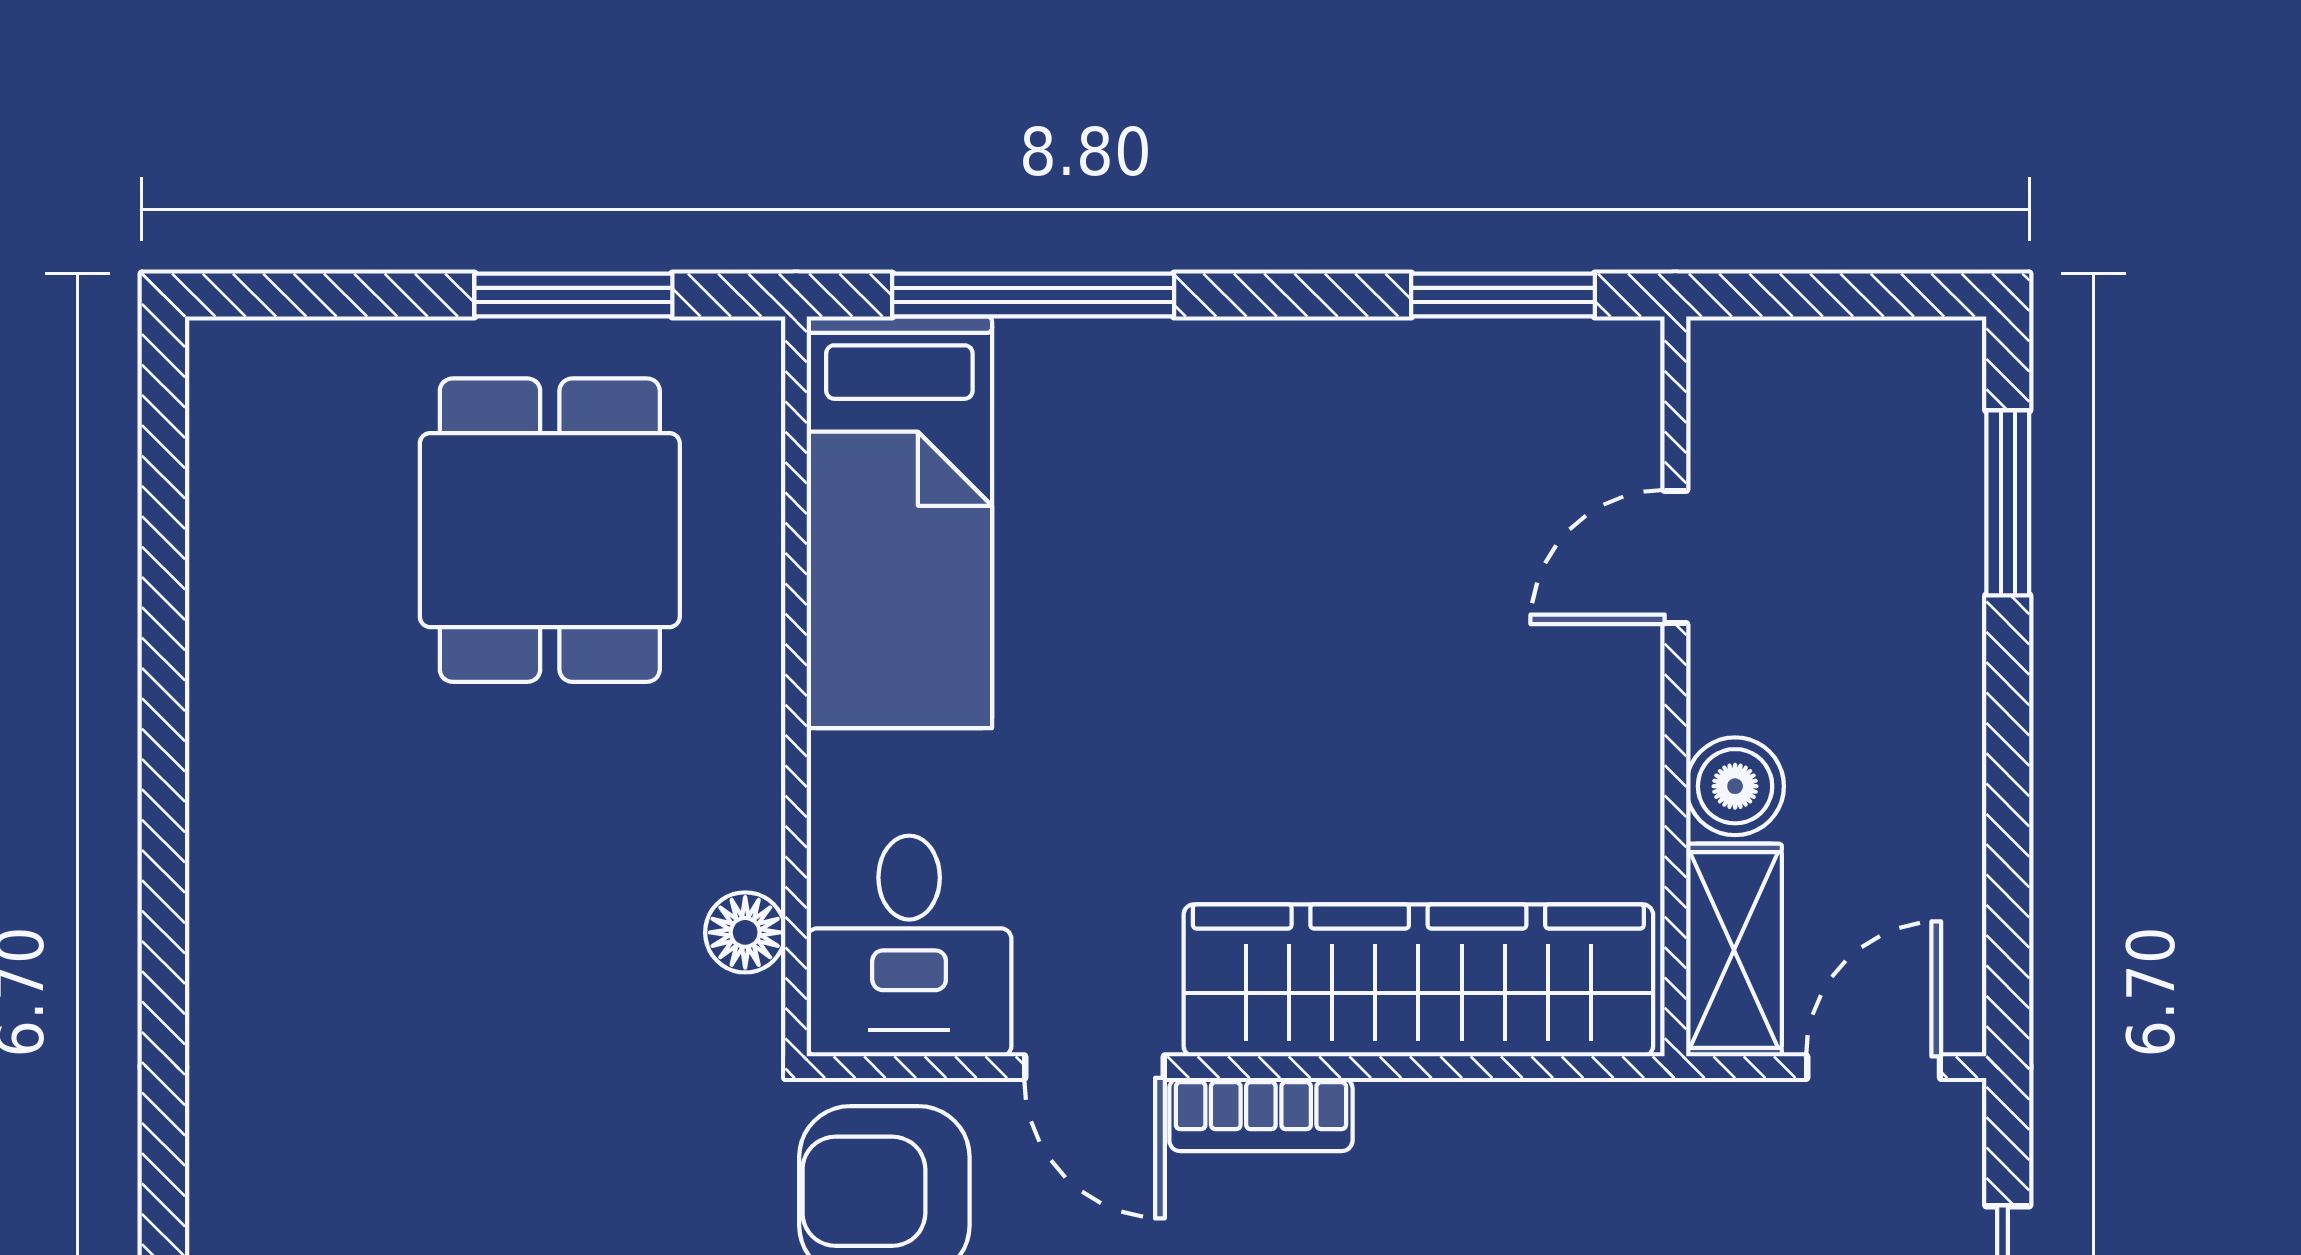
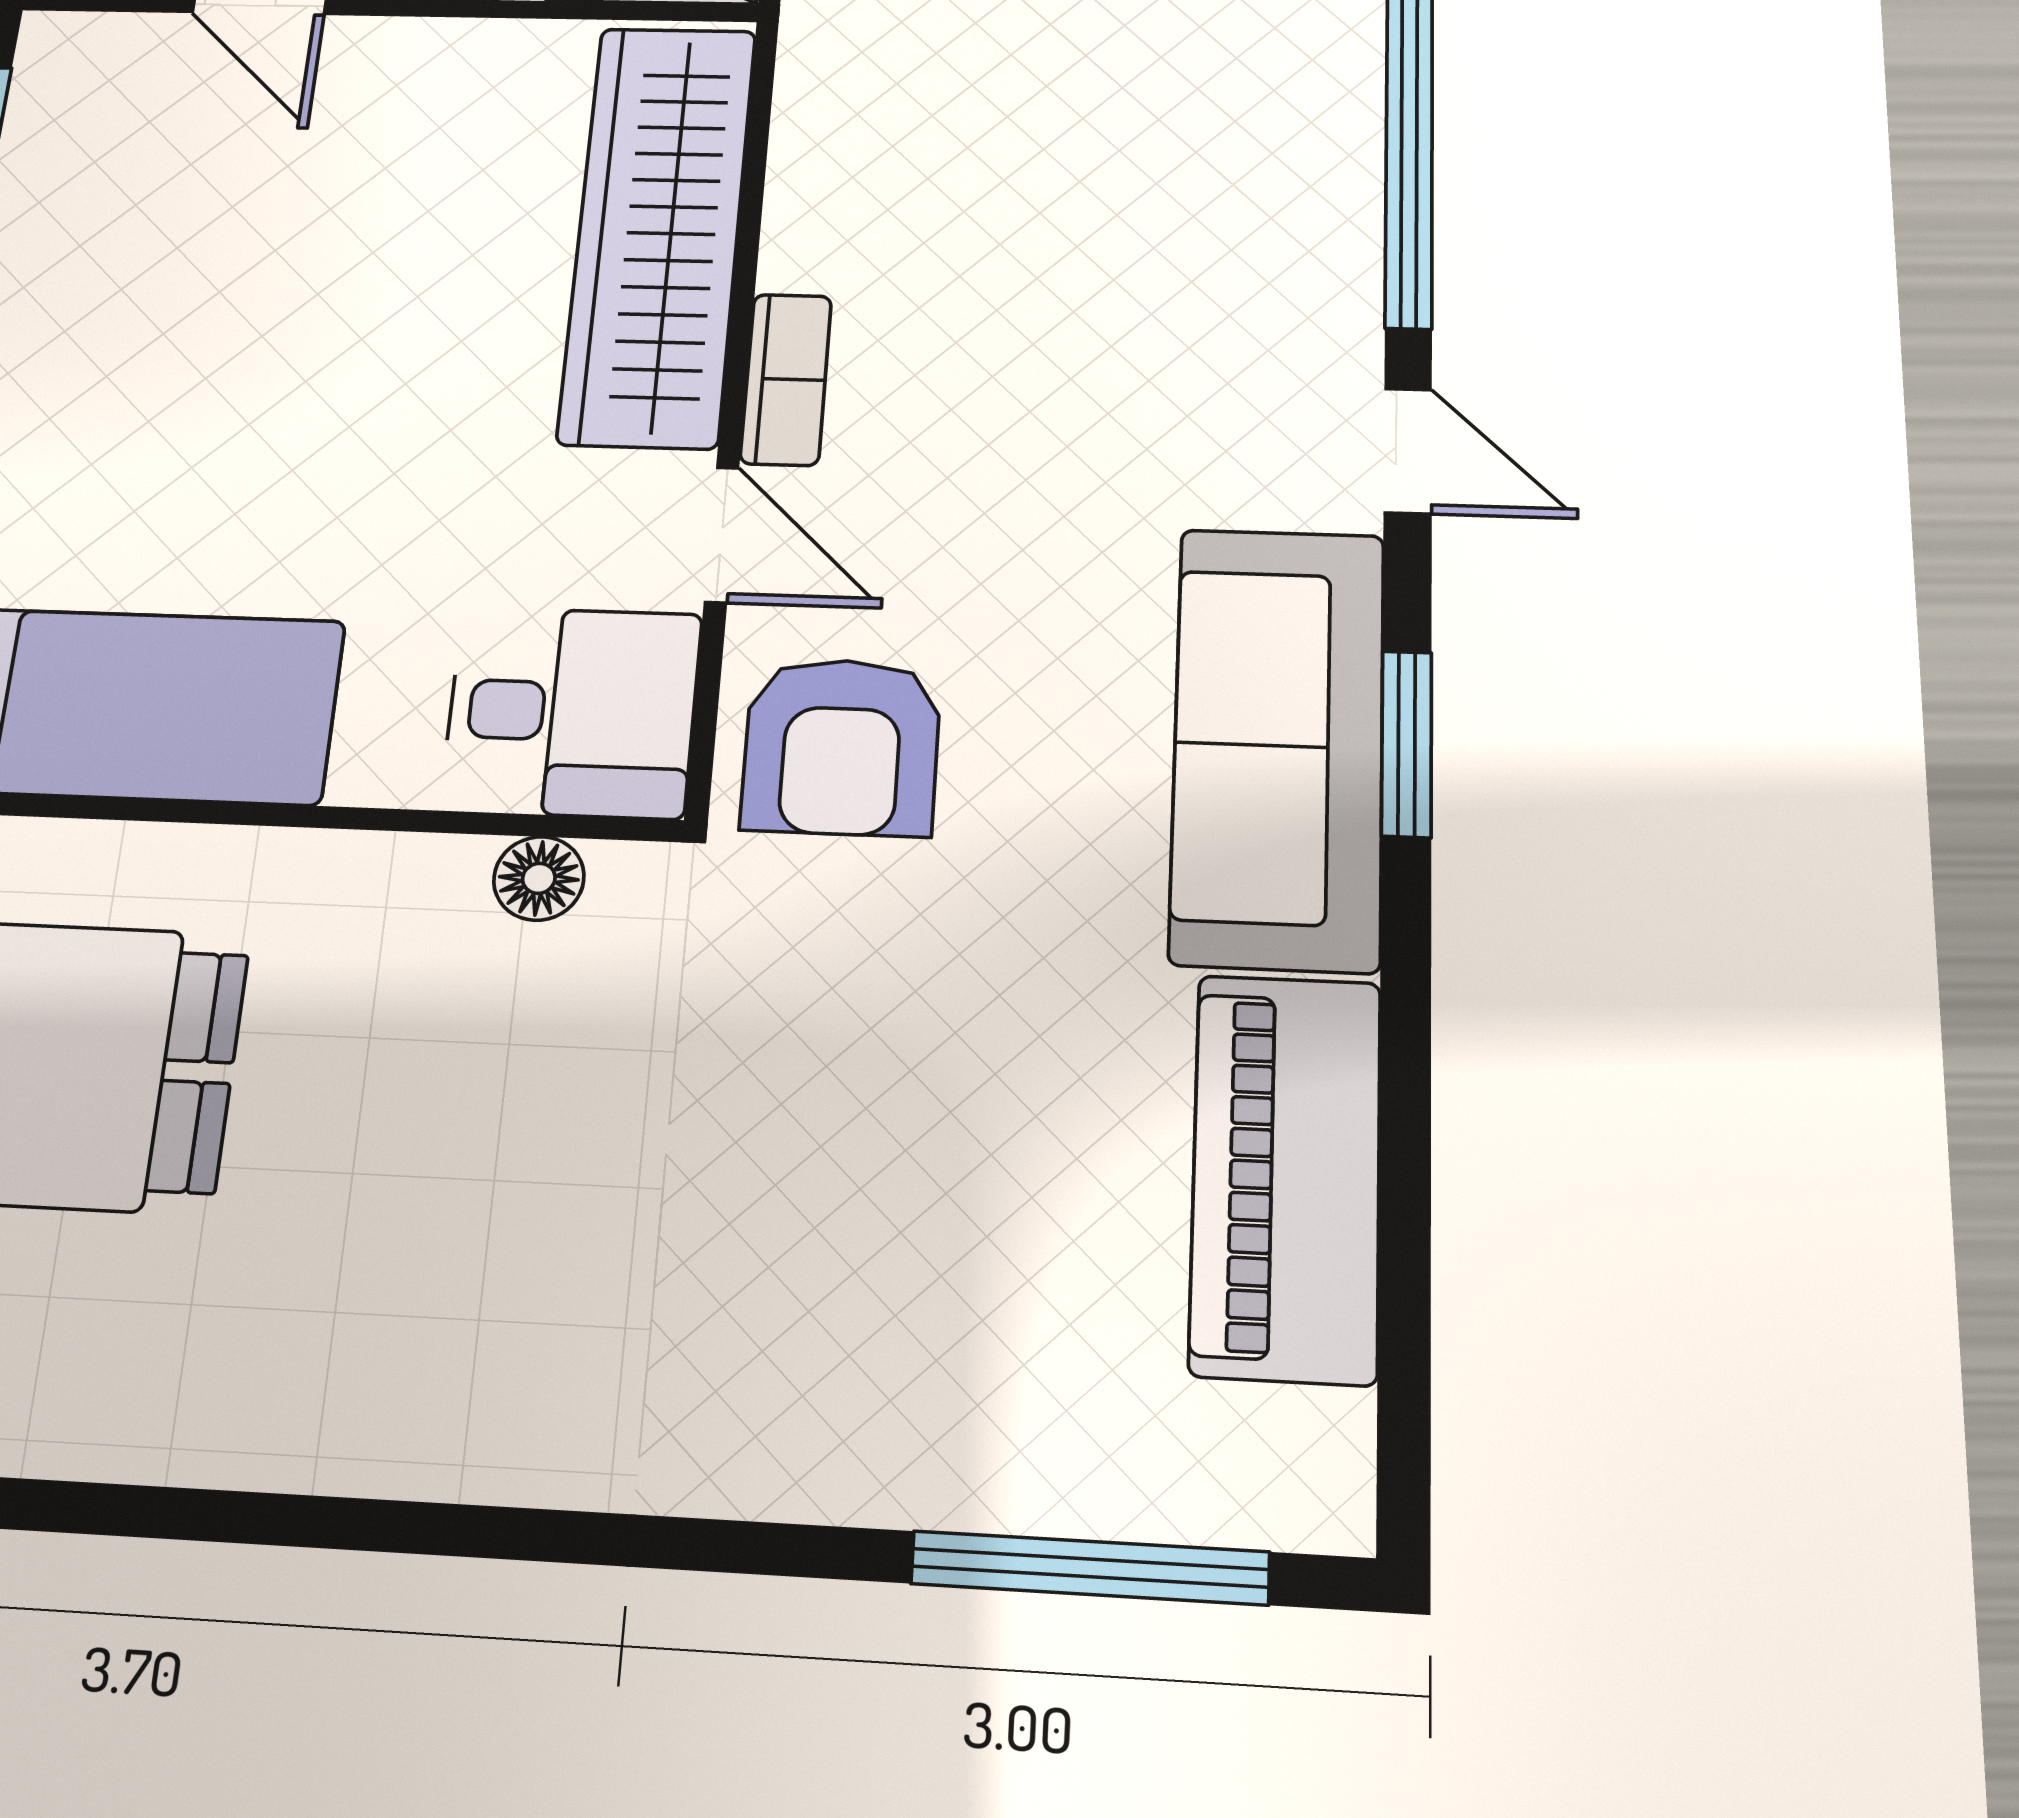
door: (1094, 1067) -> (722, 535), hinge flipped

